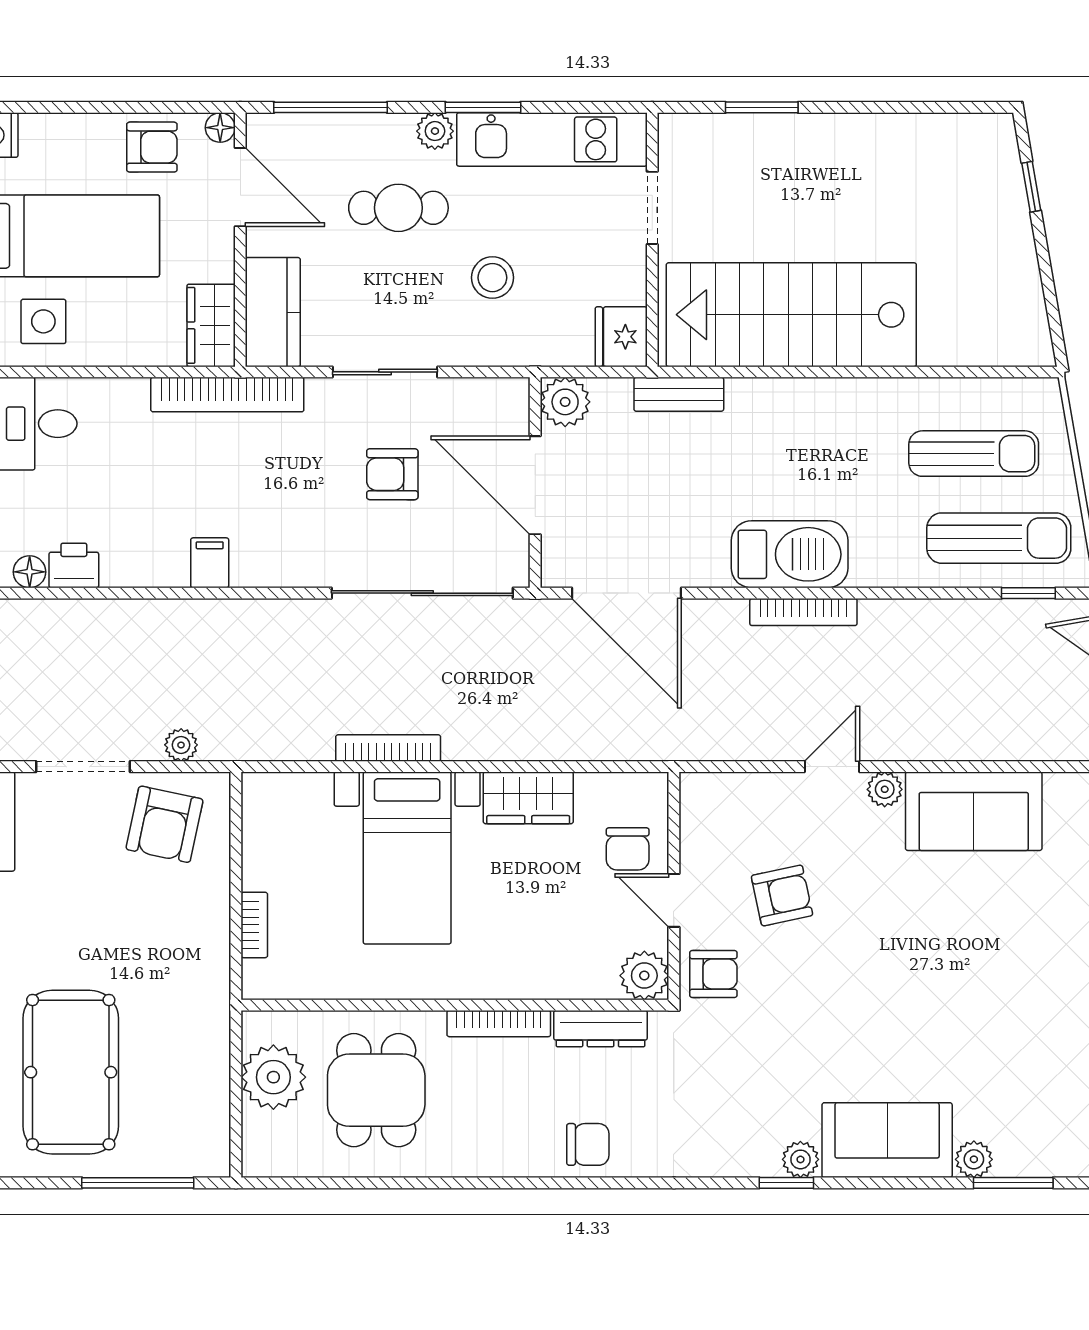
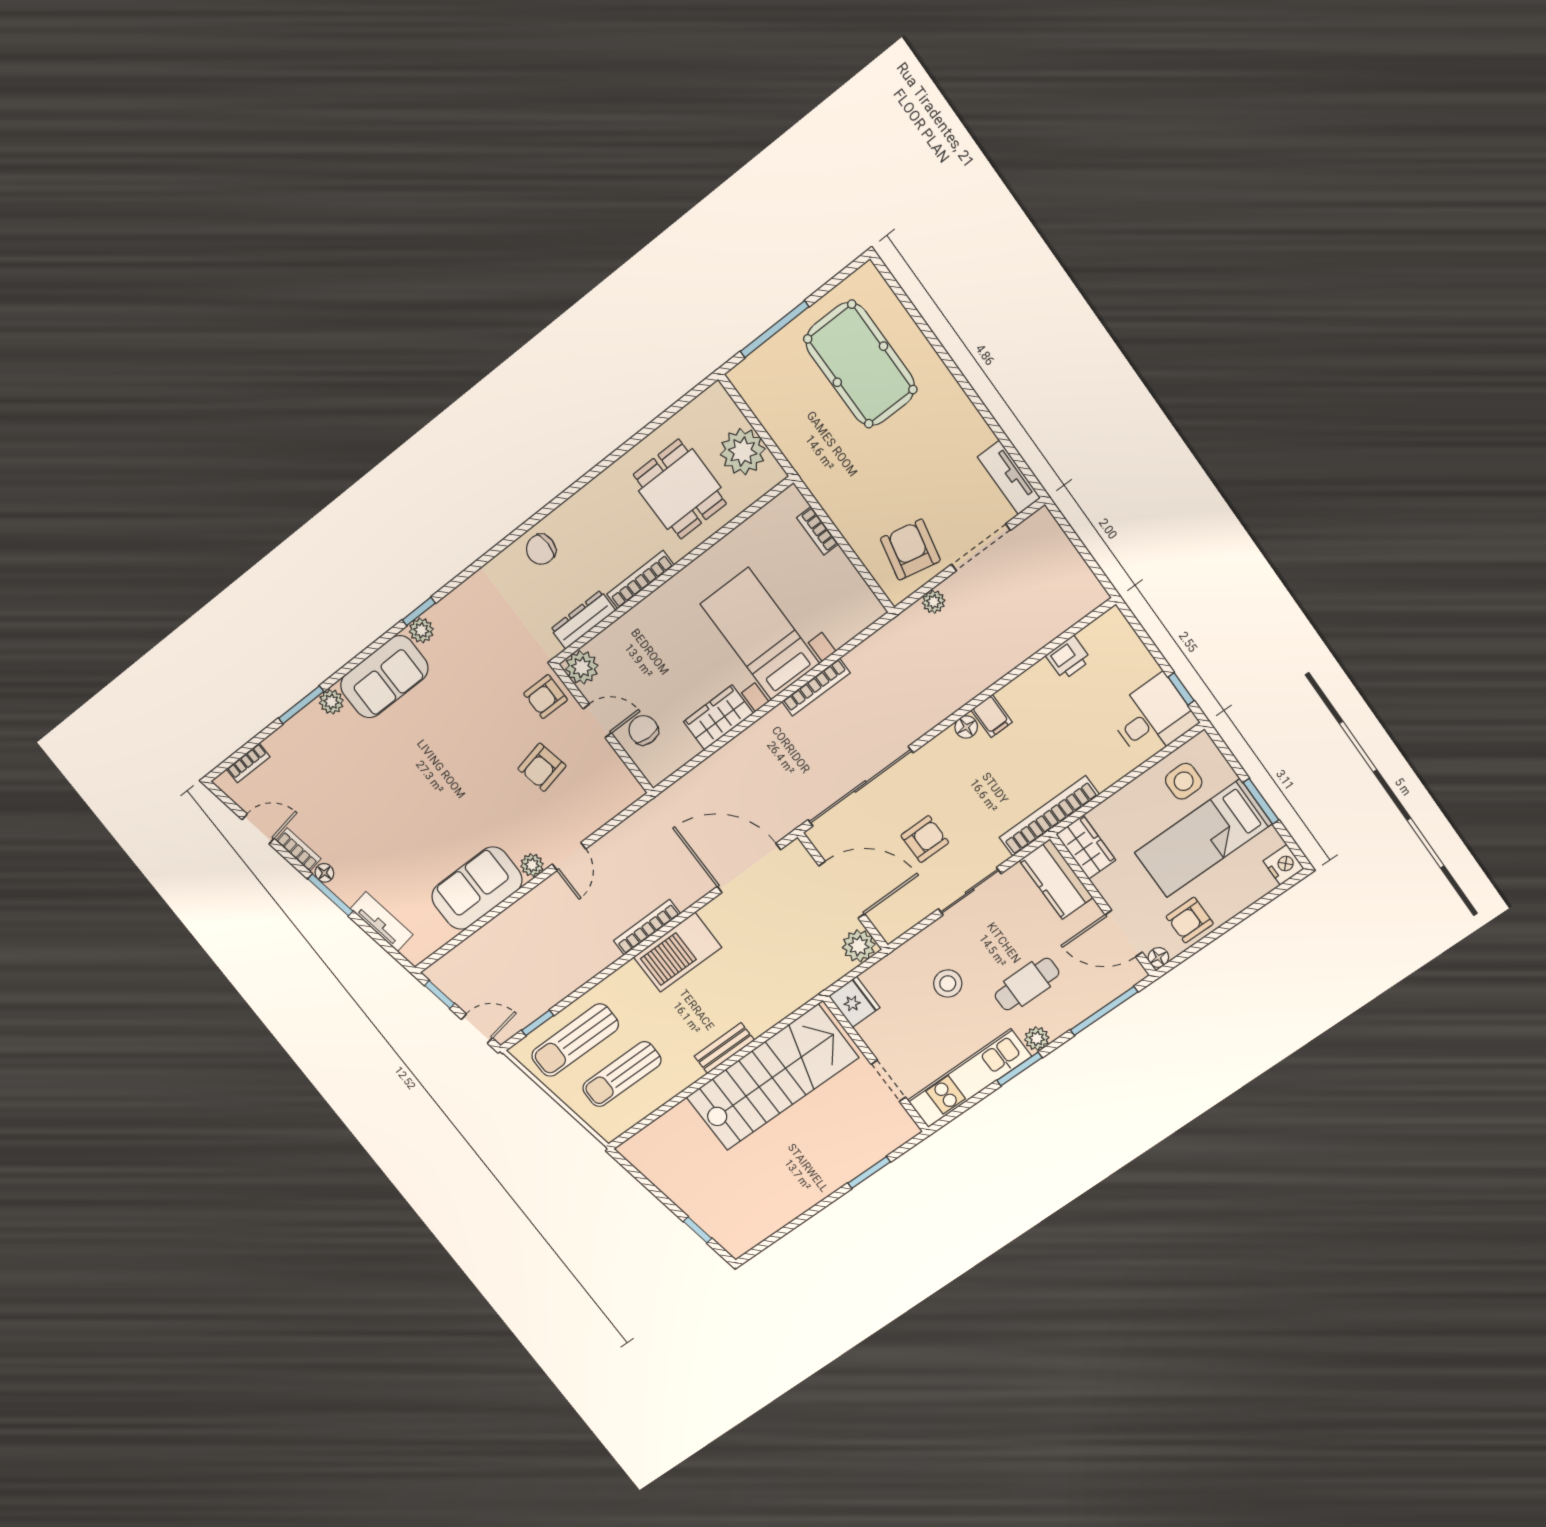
bench: (679, 394) -> (724, 1048), moved
floor lamp: (30, 572) -> (966, 727), moved

